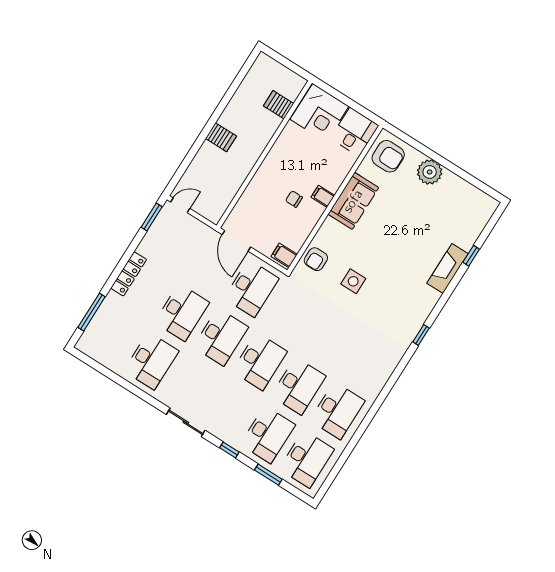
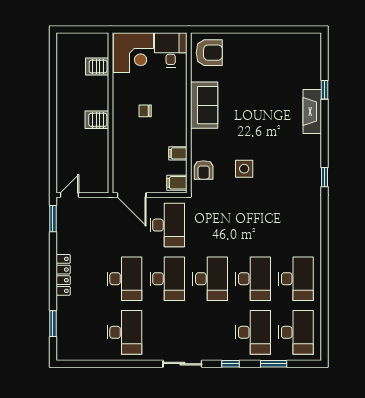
server rack: (221, 137) -> (97, 120), moved, turned 180
plant: (430, 172) -> (250, 44), removed
filing cabinet: (323, 196) -> (178, 153), moved
chair: (294, 199) -> (145, 111), moved
window: (92, 312) -> (53, 324), width x0.69

